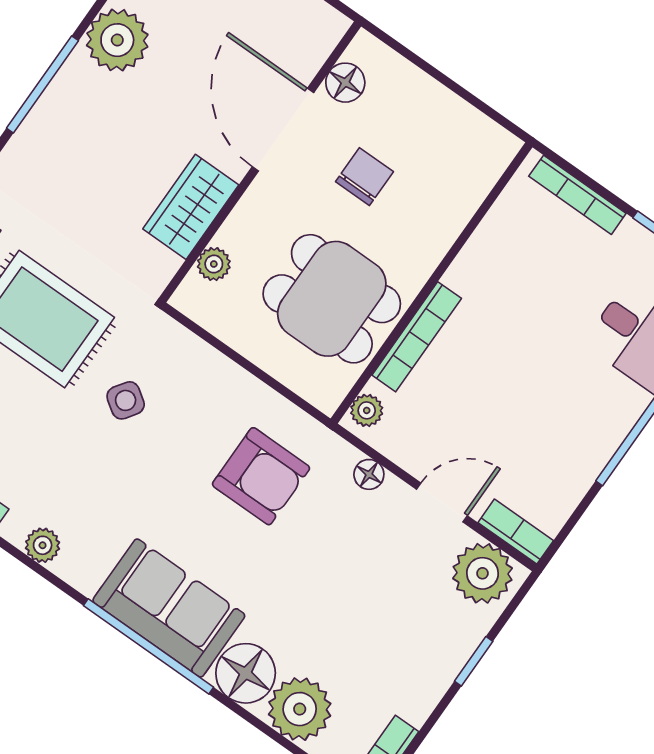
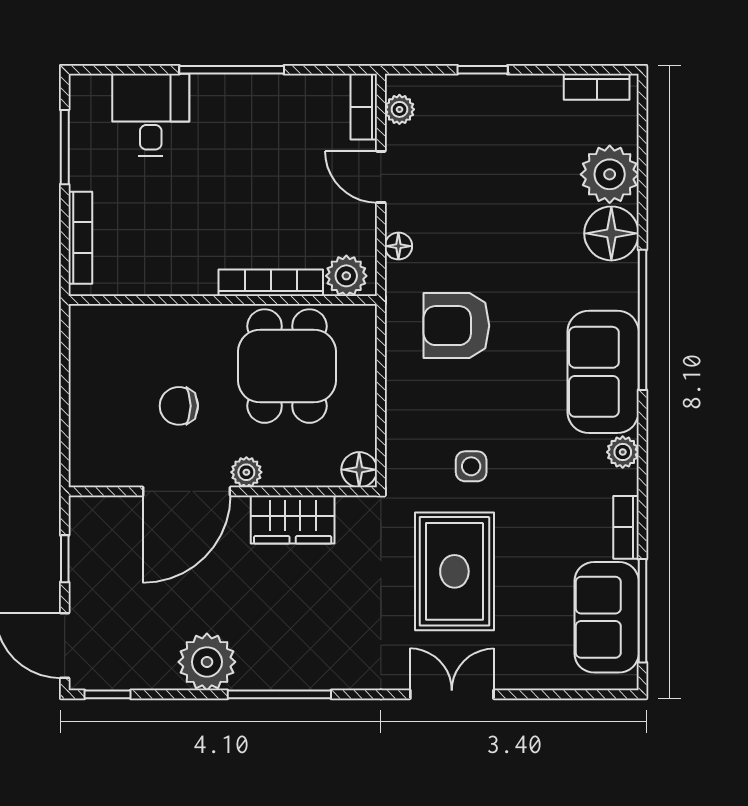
floor lamp: (345, 83) -> (359, 470), moved
plant: (214, 264) -> (246, 472), moved
side table: (126, 400) -> (471, 466), turned -34
plant: (367, 410) -> (346, 276), width x1.38, depth x1.38
armchair: (261, 476) -> (456, 326), turned -90
plant: (483, 573) -> (399, 109), width x0.53, depth x0.53
sofa: (169, 608) -> (603, 372), moved

